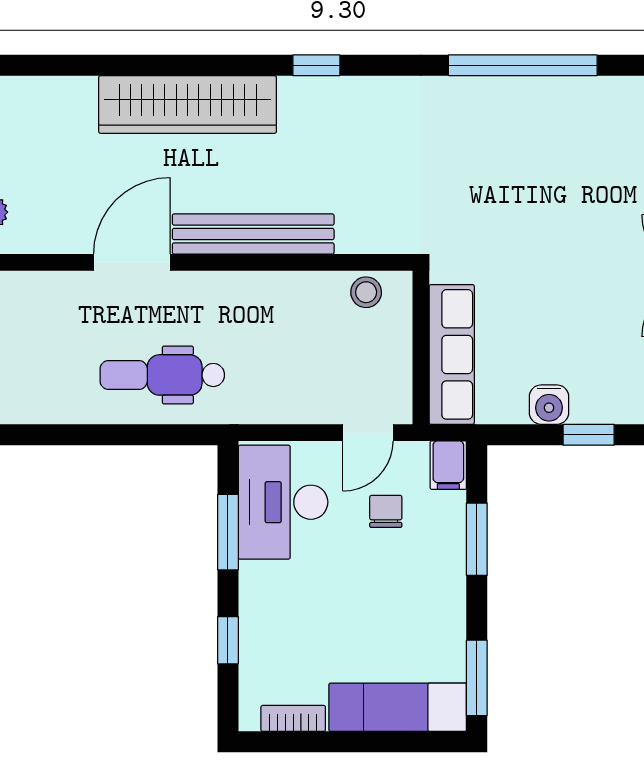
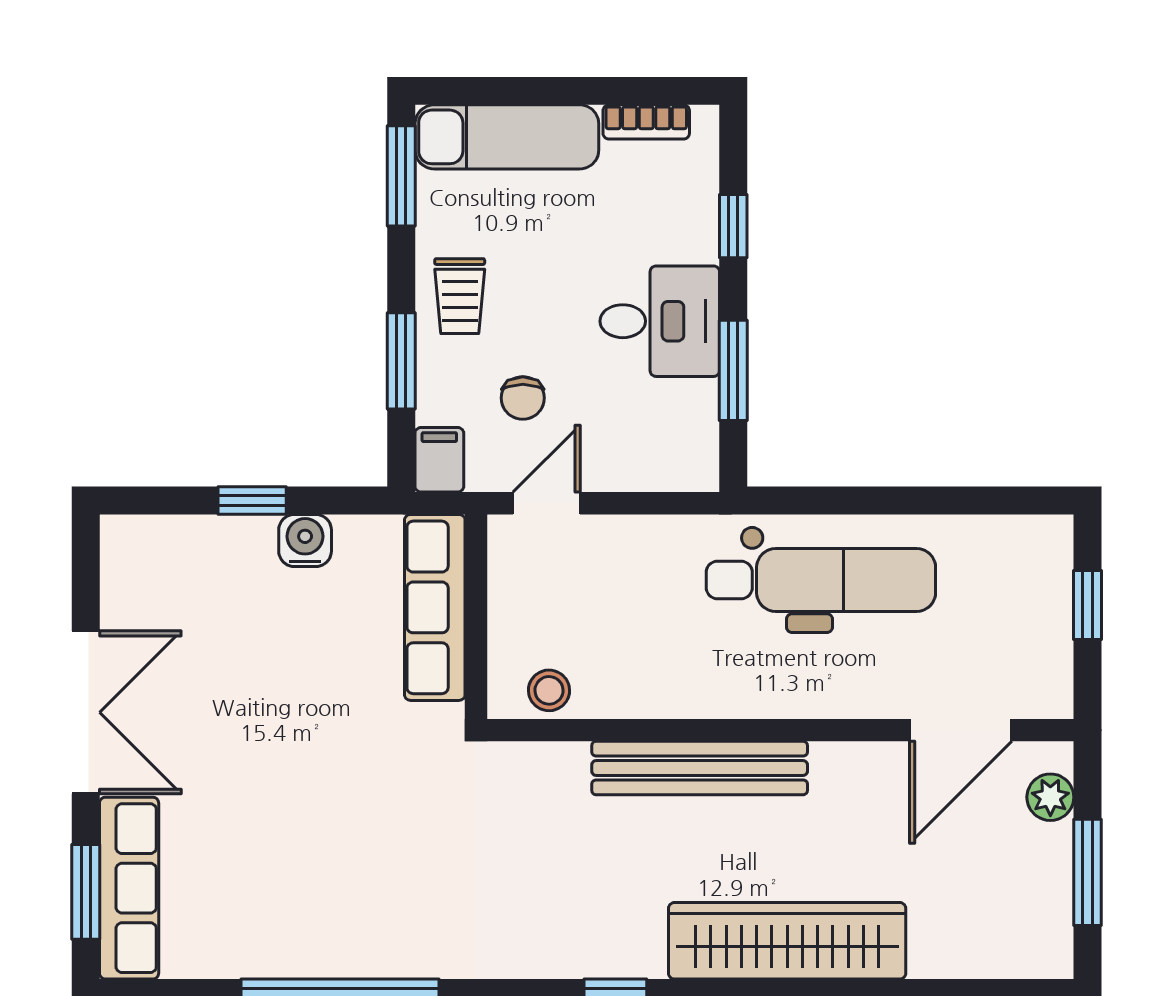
door: (132, 262) -> (961, 730), moved
dental chair: (162, 375) -> (821, 580), width x1.36, depth x1.38
desk: (283, 502) -> (660, 321), moved, width x0.73
trolley: (433, 588) -> (460, 296), added

